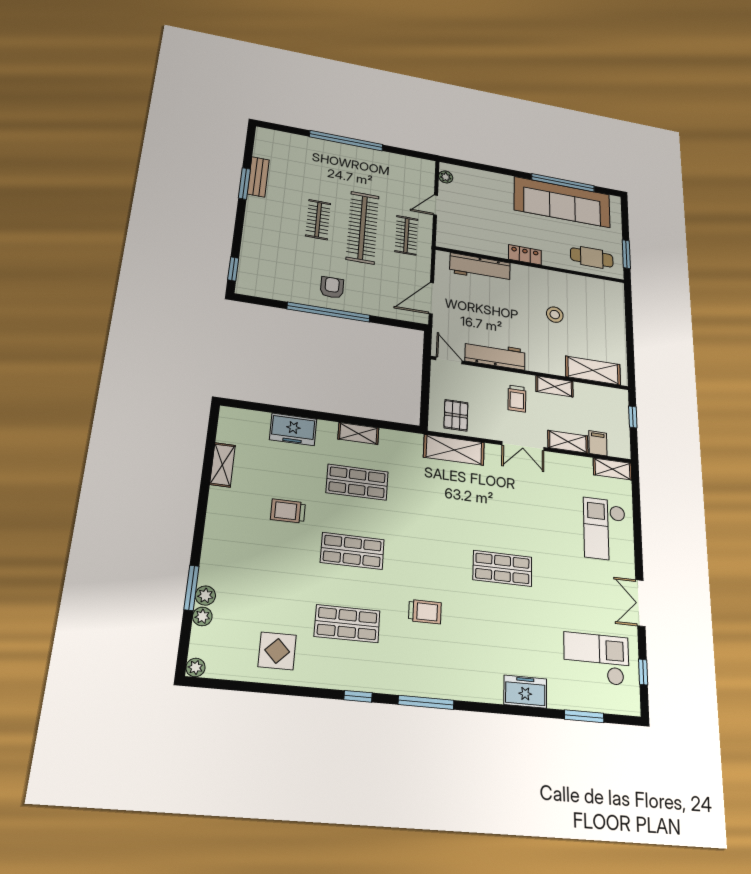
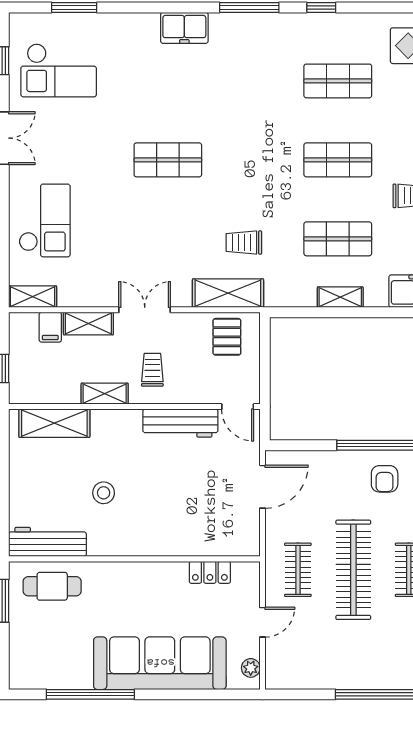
sofa: (562, 202) -> (160, 663), moved
locker: (525, 255) -> (210, 572), moved
workbench: (480, 268) -> (47, 542), moved
trolley: (425, 612) -> (244, 242), moved
freezer: (525, 692) -> (184, 28), moved

